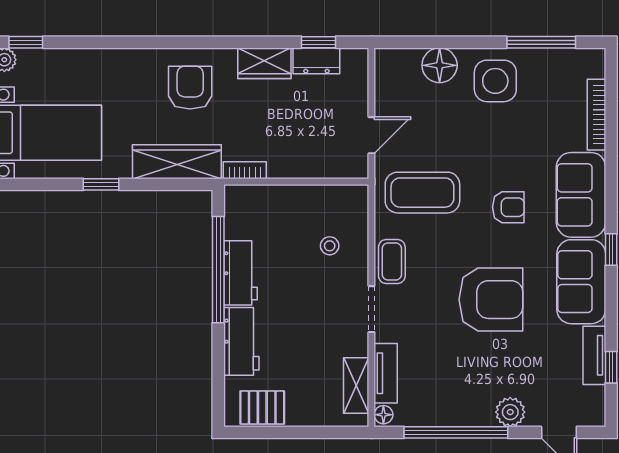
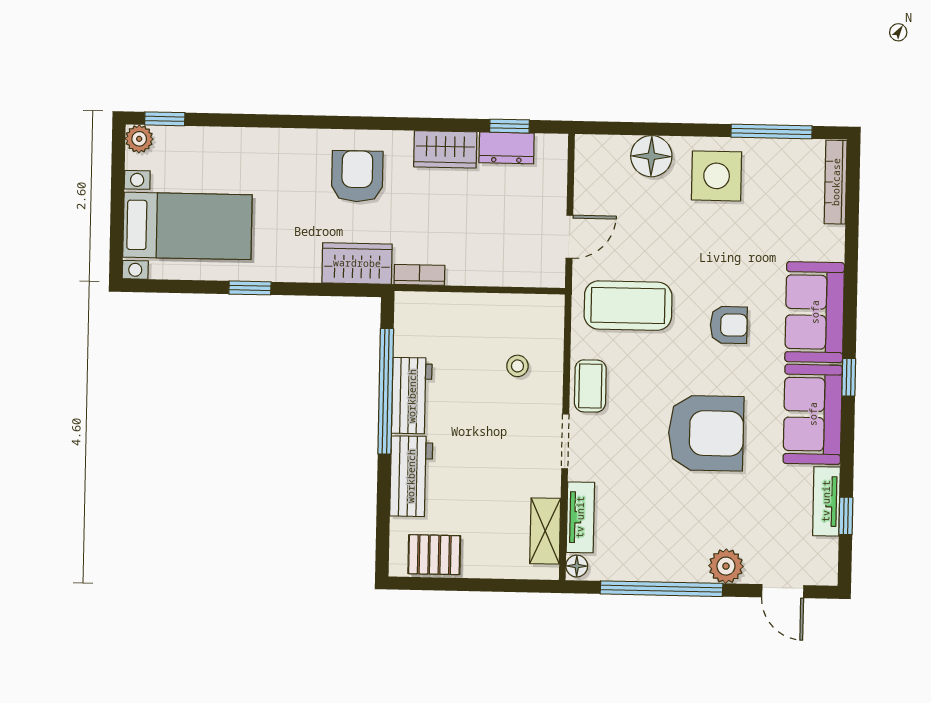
bookcase: (596, 115) -> (836, 182), moved
wardrobe: (177, 162) -> (357, 263), width x0.67

